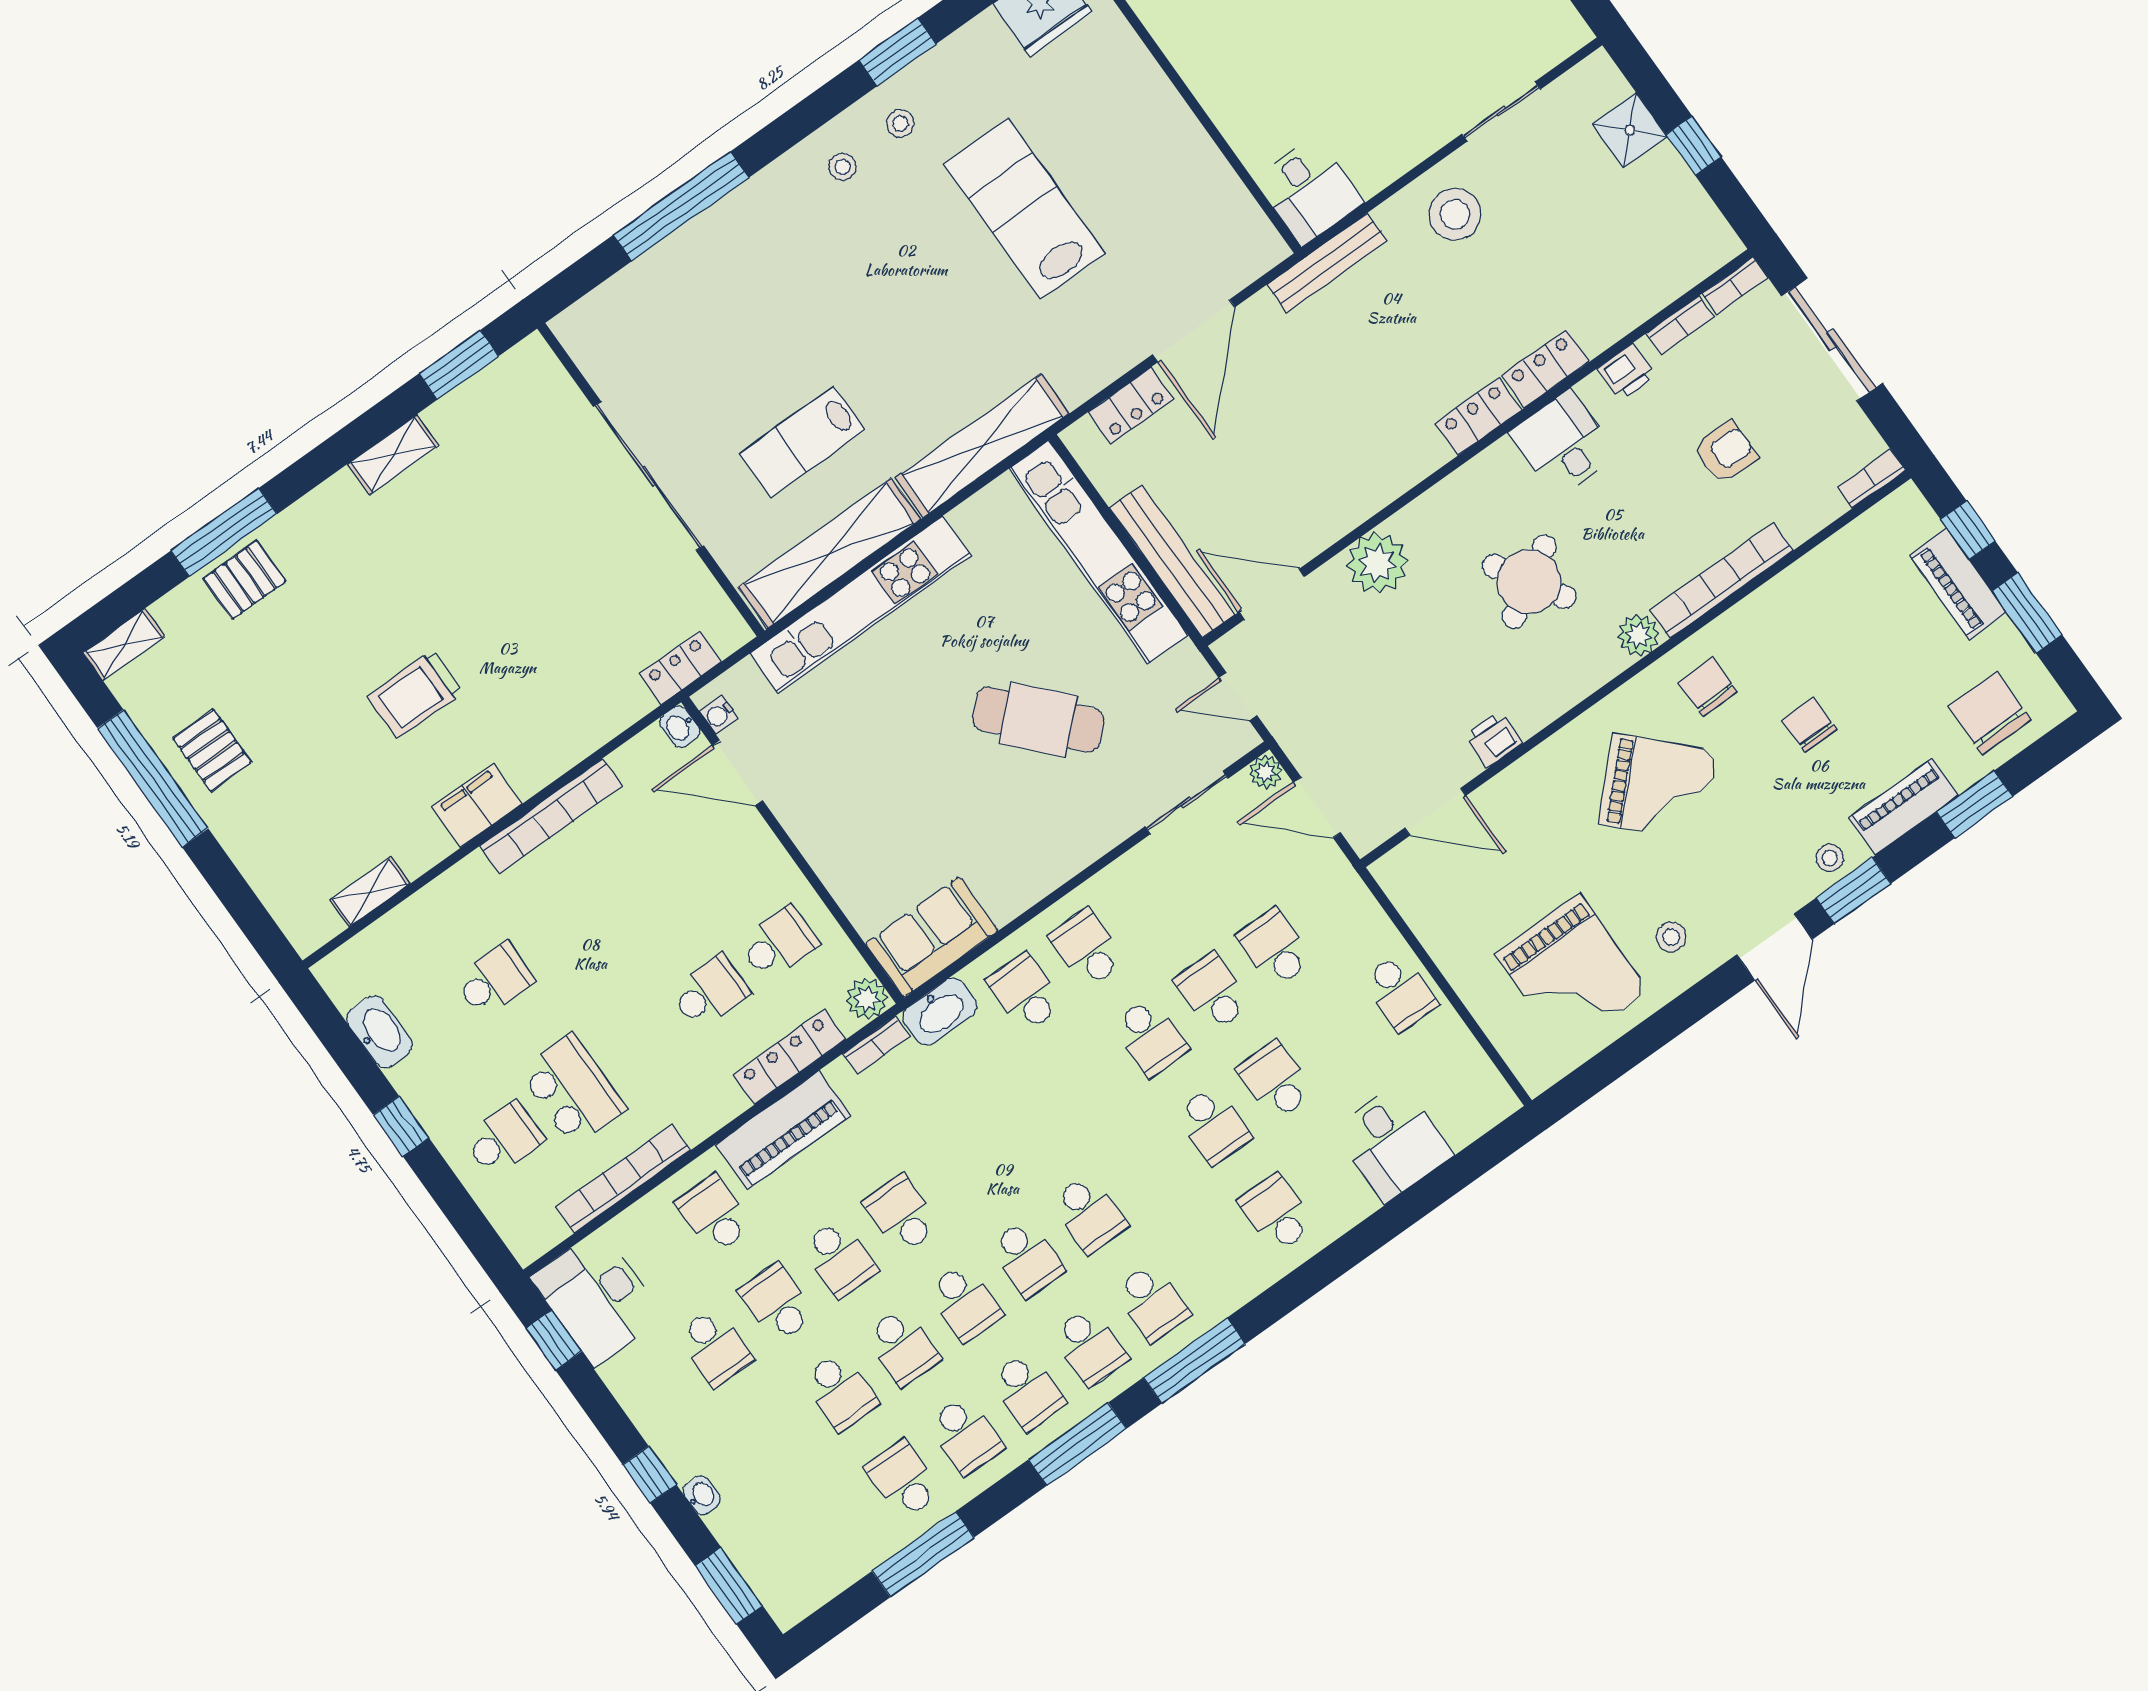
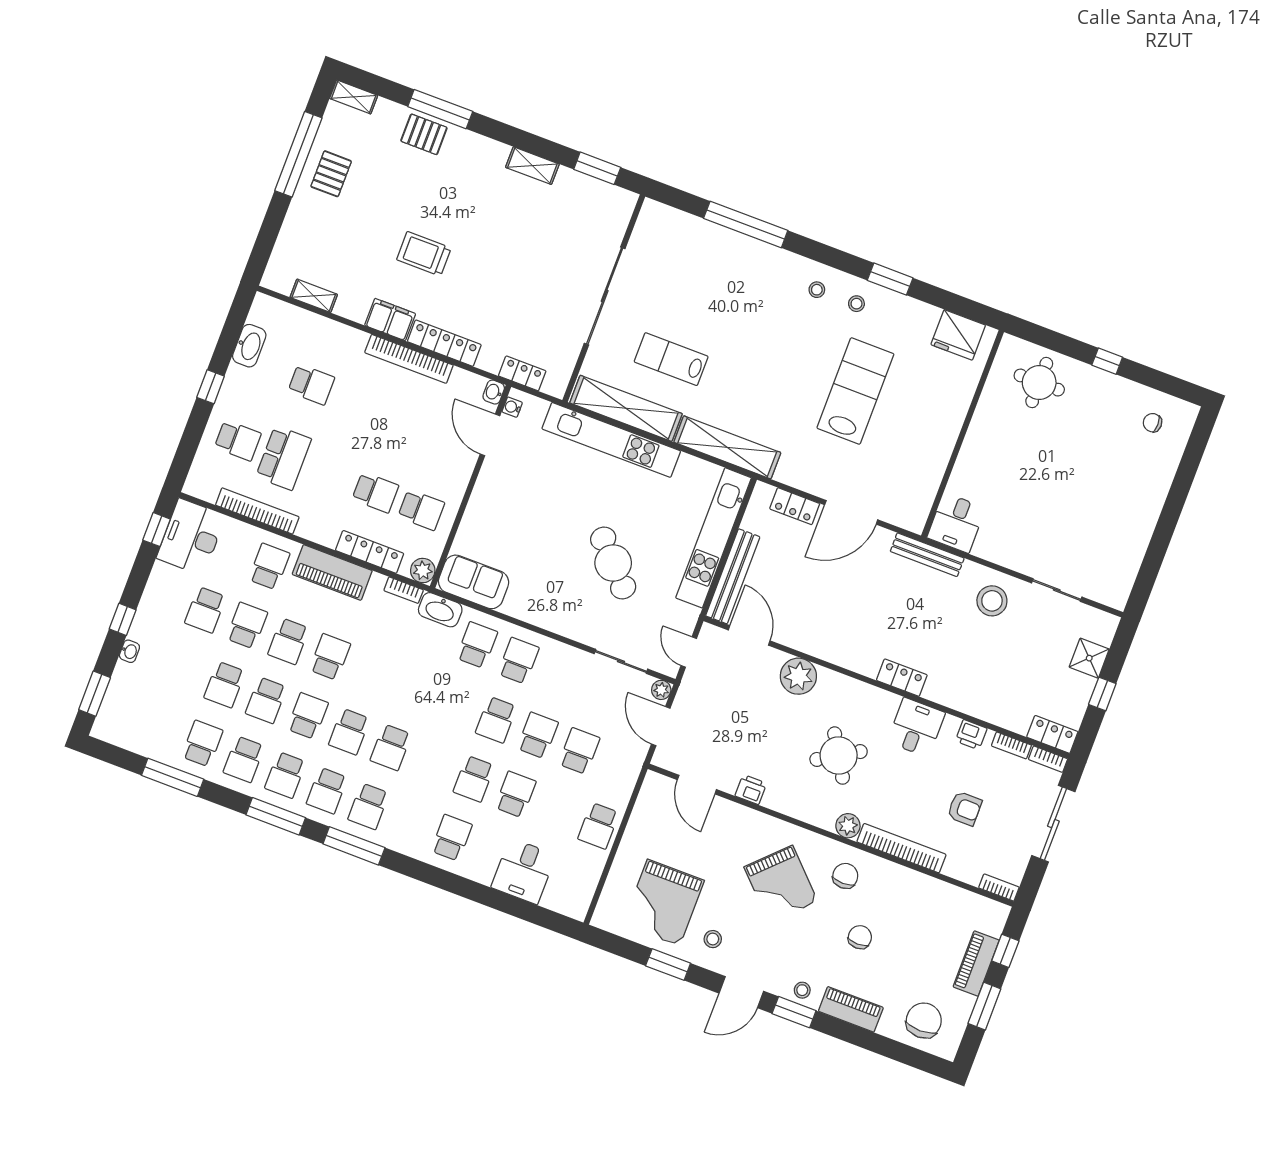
locker: (1546, 368) -> (1052, 734), moved
locker: (562, 750) -> (444, 343), added
window: (1974, 804) -> (668, 964), moved
school desk: (965, 1303) -> (308, 716), turned 180

